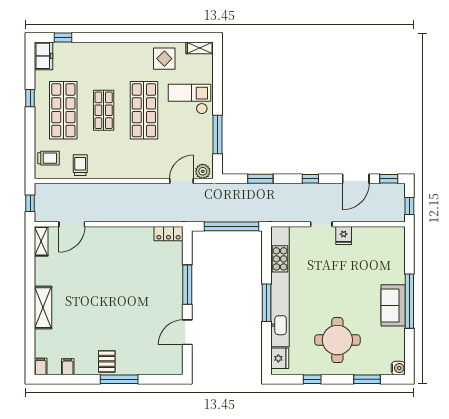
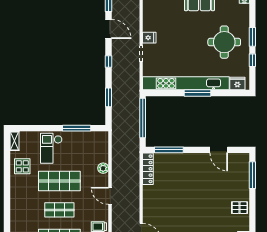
plant: (203, 171) -> (103, 168), moved
door: (181, 181) -> (110, 196), moved
locker: (168, 234) -> (148, 169), width x1.53
window: (187, 285) -> (169, 150), moved
window: (119, 379) -> (252, 175), moved
window: (367, 379) -> (252, 37), moved

